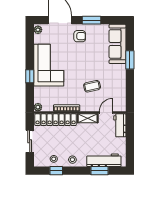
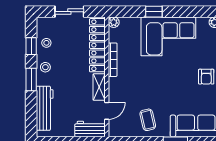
coffee table: (92, 86) -> (148, 120), moved
door: (106, 113) -> (107, 111), hinge flipped
window: (99, 171) -> (31, 79), moved

